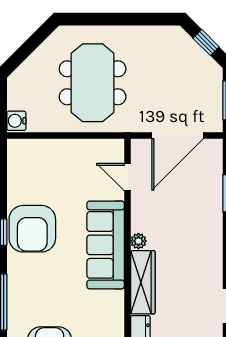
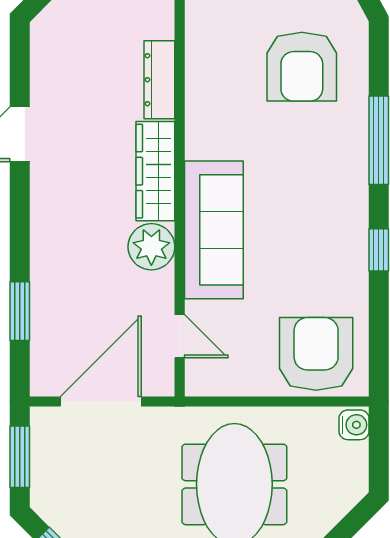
armchair: (32, 229) -> (316, 354), moved
plant: (138, 241) -> (151, 247), width x1.88, depth x1.88

